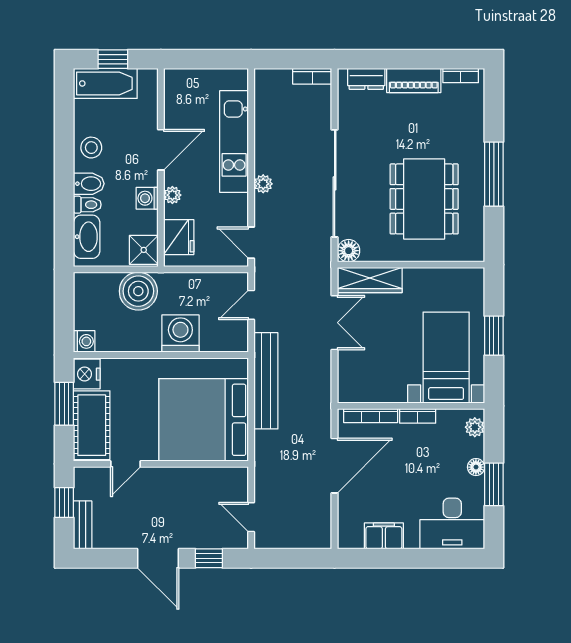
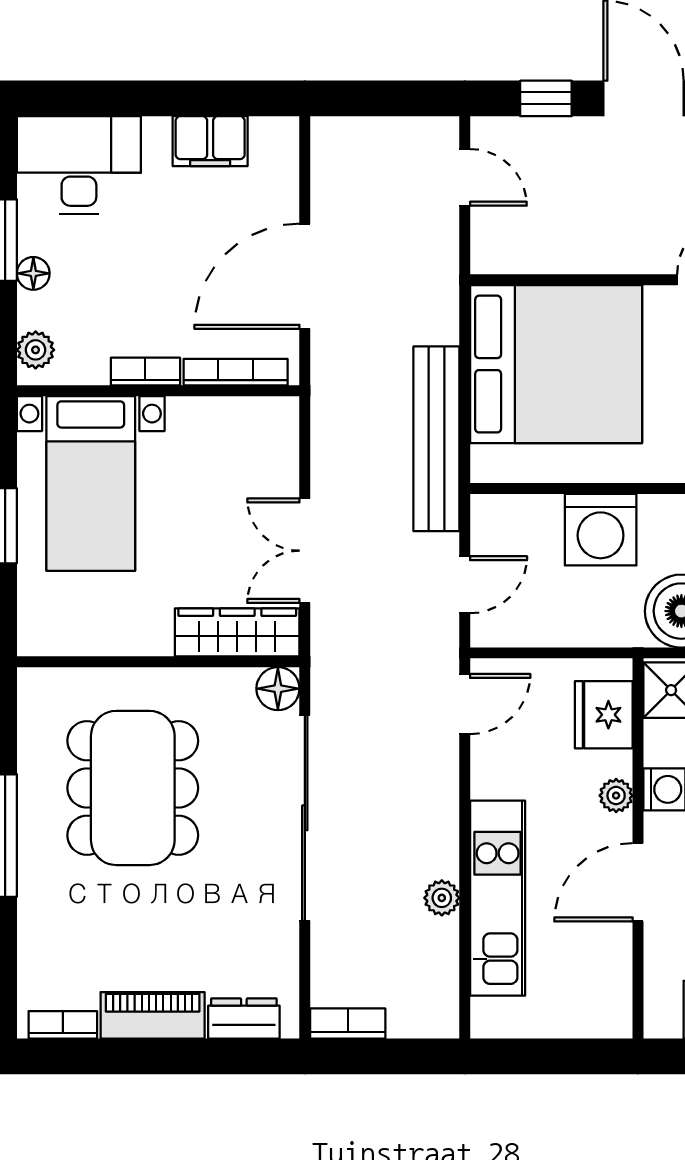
plant: (263, 184) -> (442, 898), moved
door: (251, 243) -> (465, 704), hinge flipped

